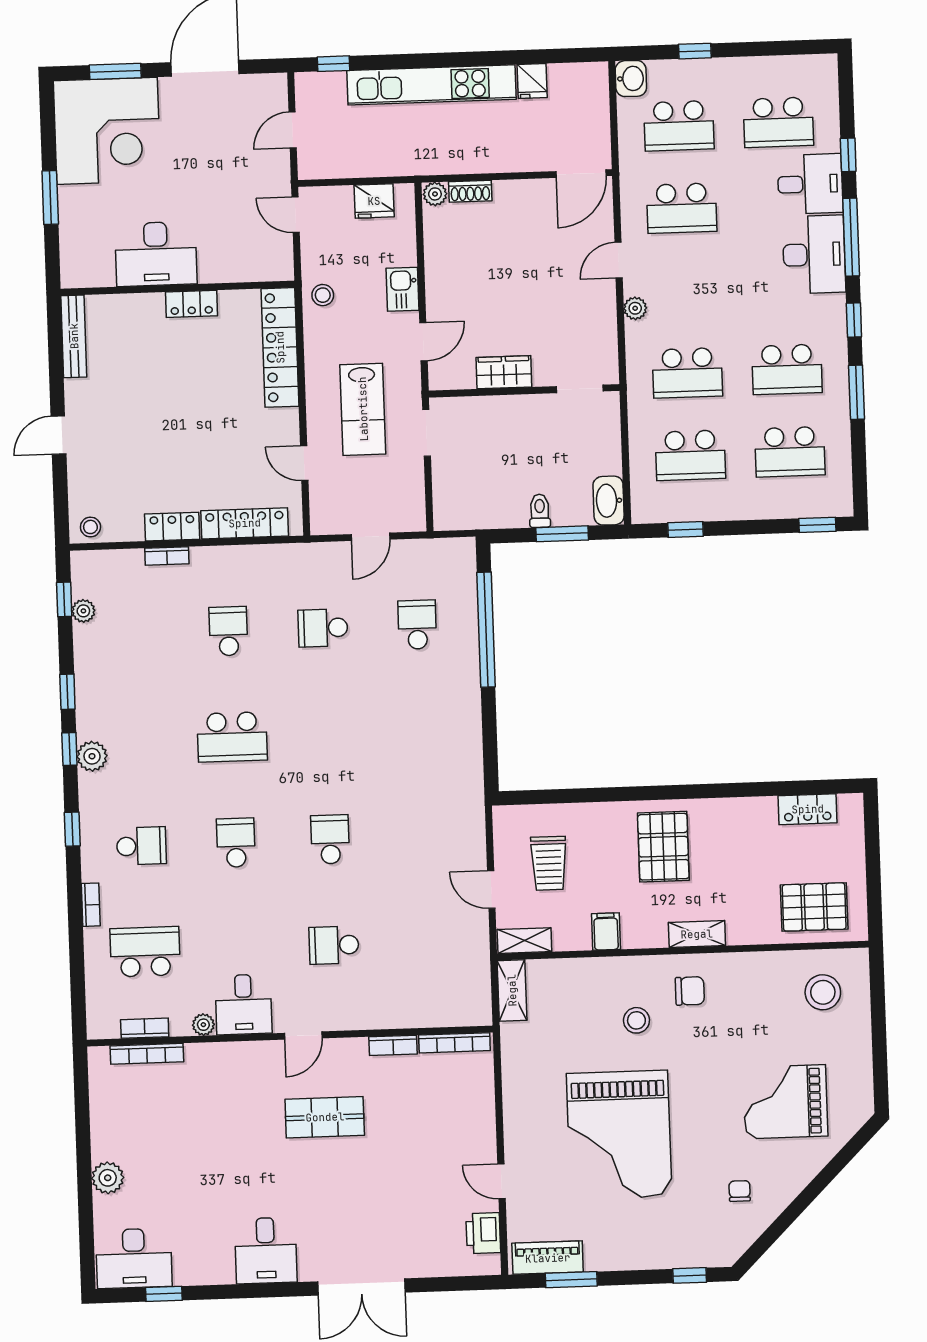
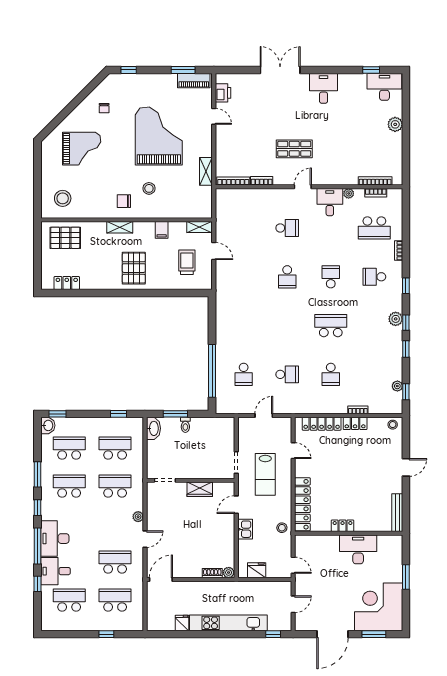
washbasin: (631, 79) -> (48, 425), moved, turned 180
lab bench: (363, 409) -> (265, 474), turned 180
school desk: (236, 843) -> (331, 277), turned 180
shelving: (512, 990) -> (206, 171), moved

